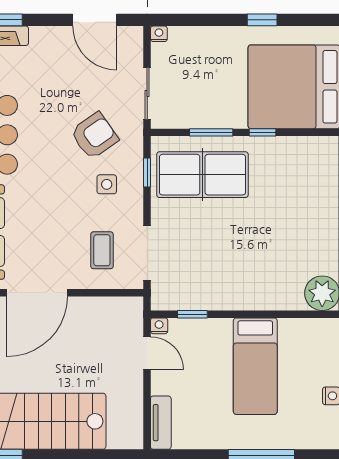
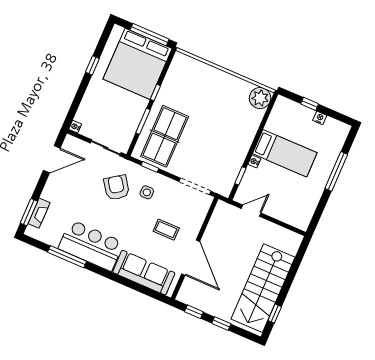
coffee table: (102, 250) -> (166, 230), moved
nightstand: (159, 326) -> (254, 161), moved
tv unit: (161, 423) -> (293, 220), removed

